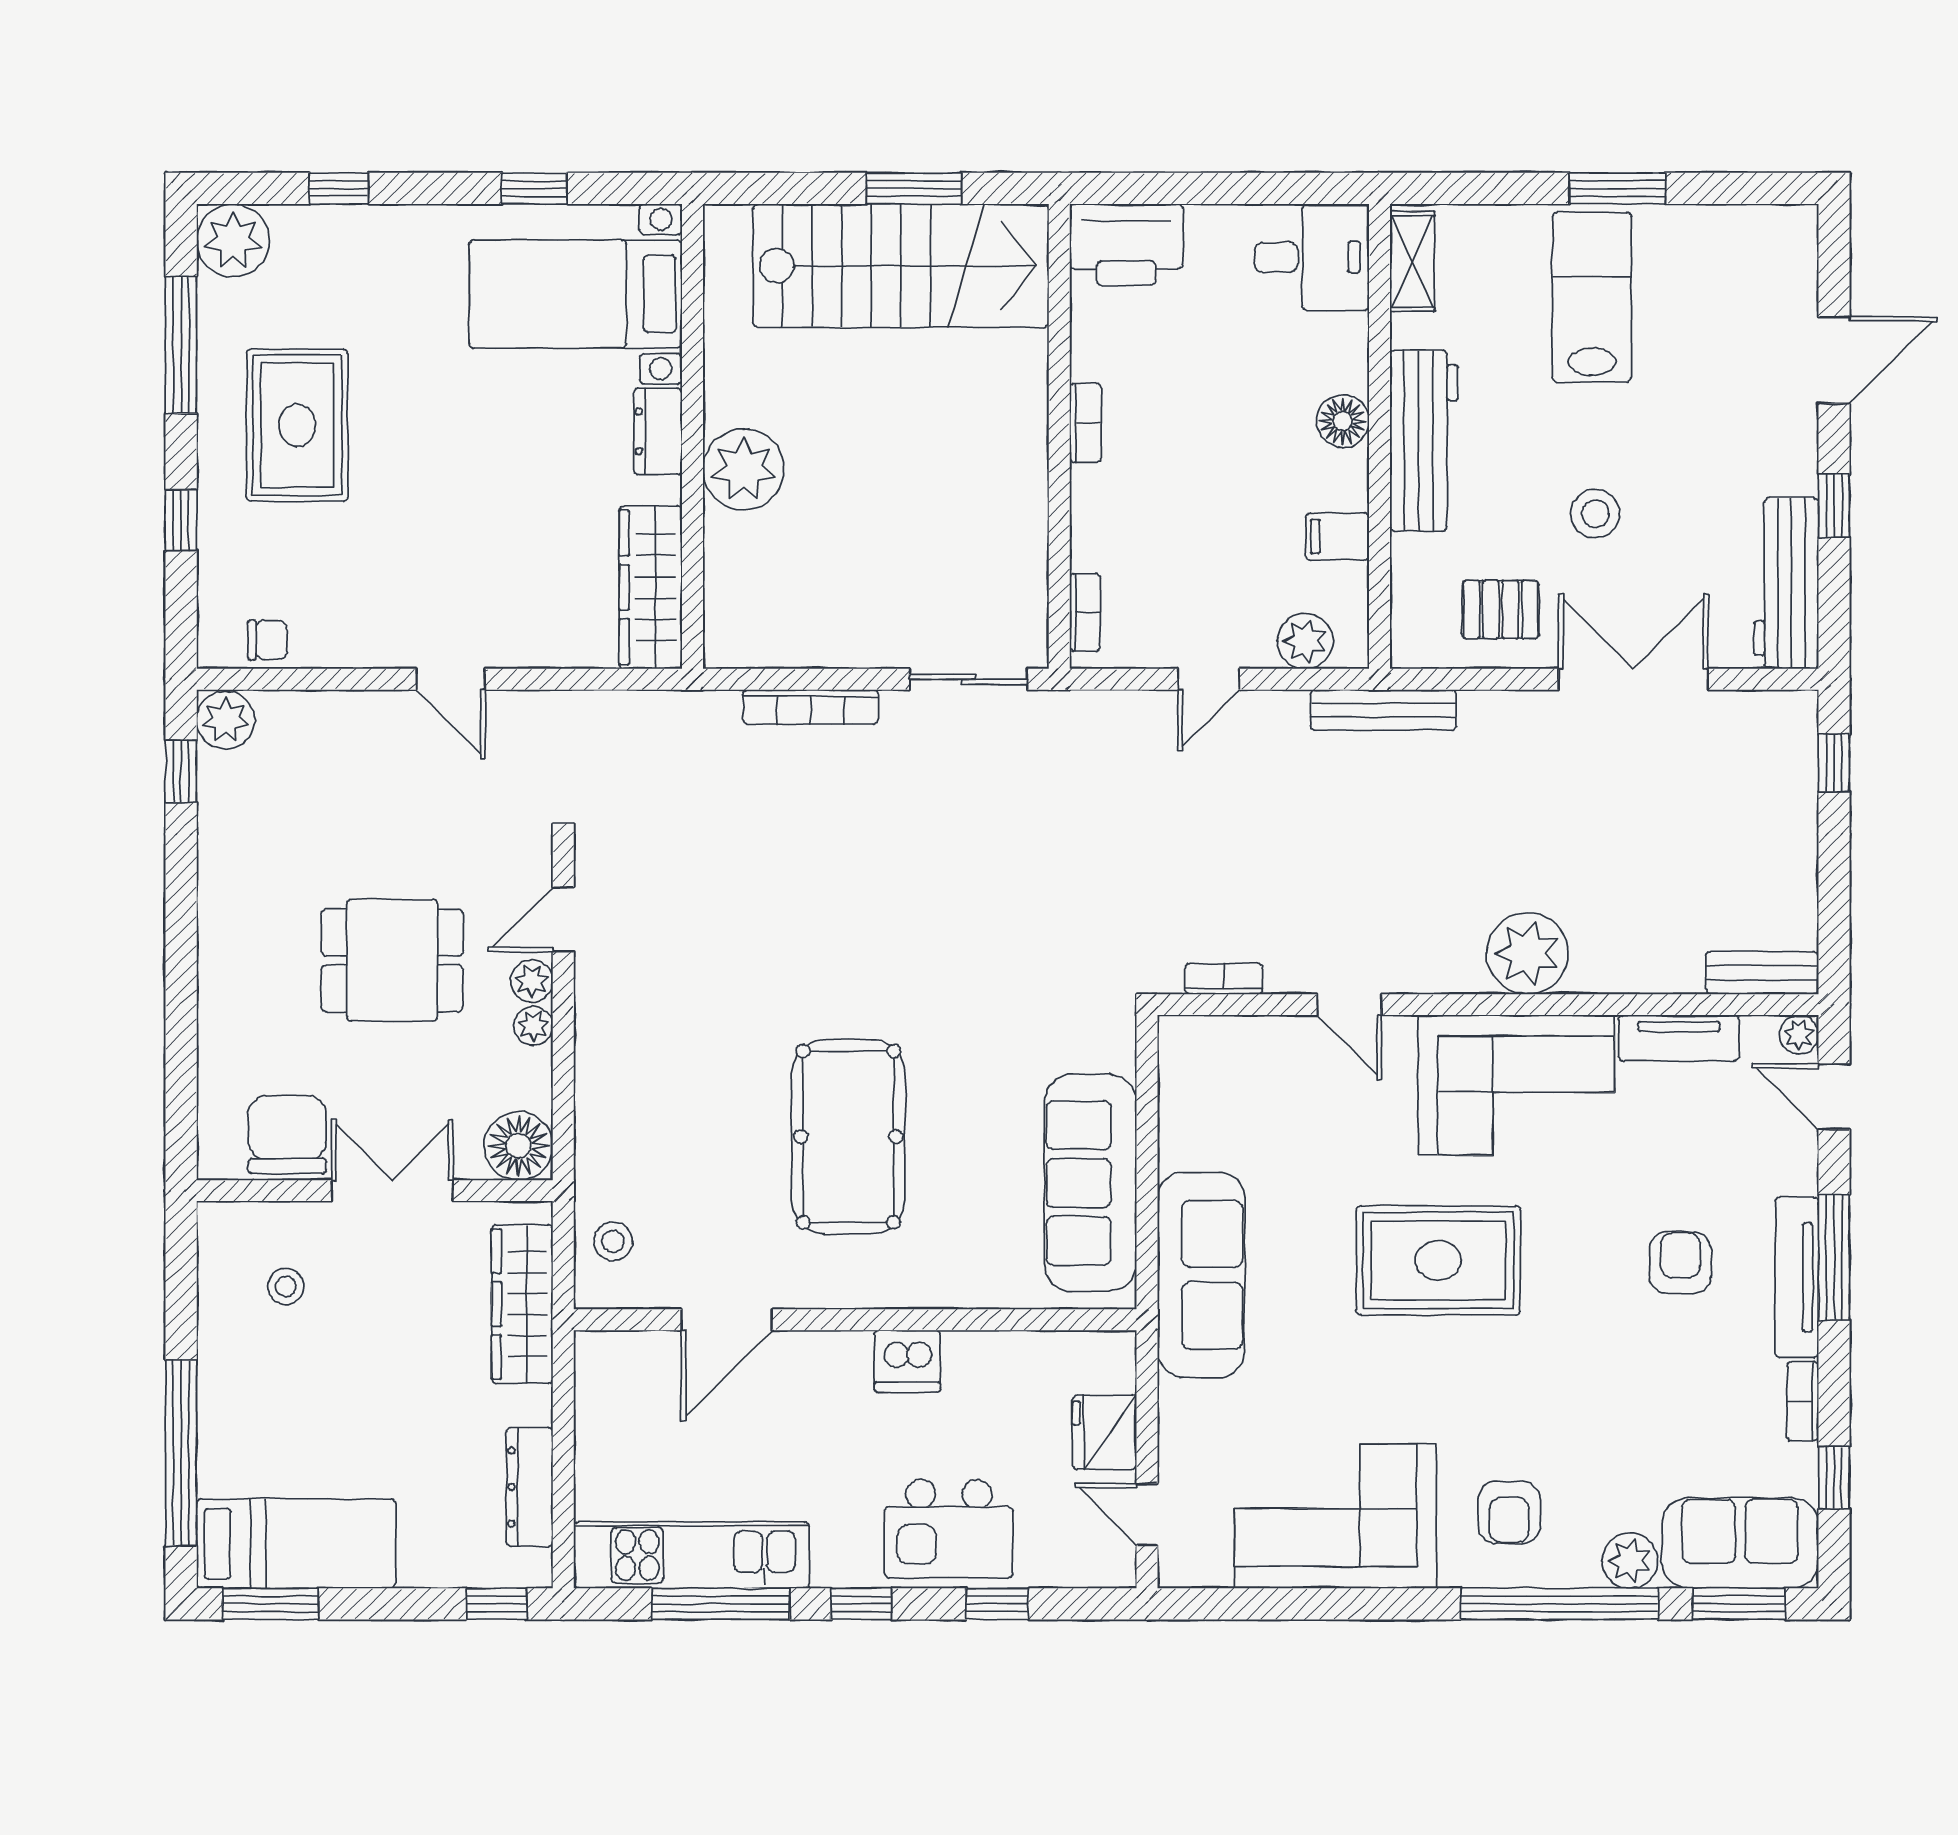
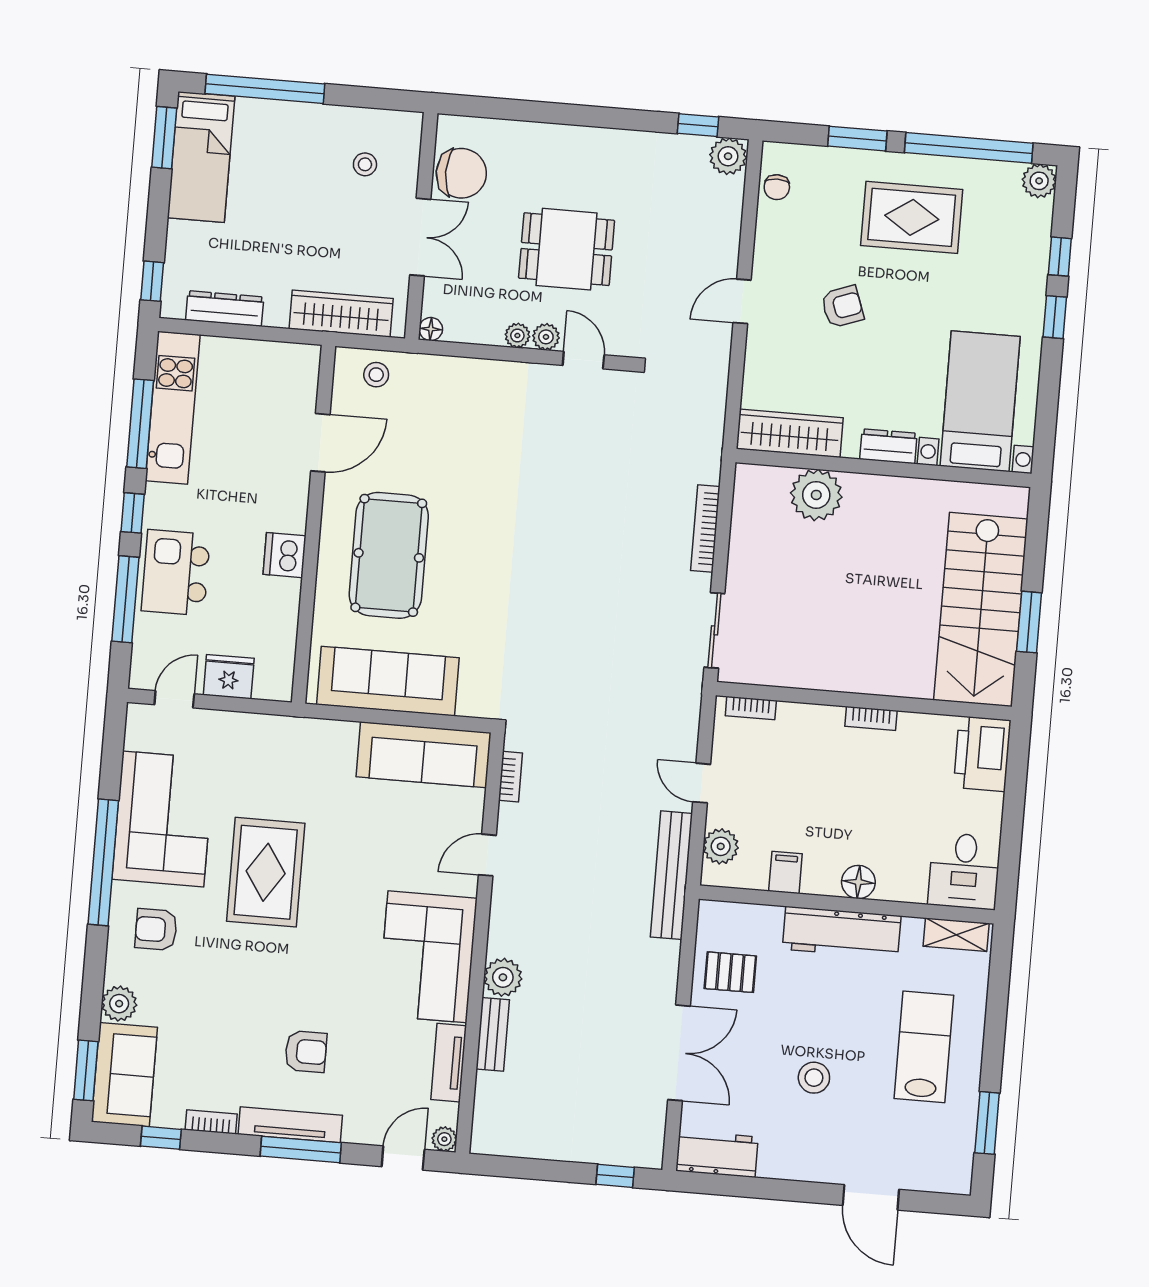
window: (534, 188) -> (1055, 317), moved
window: (1617, 188) -> (987, 1123), moved
plant: (233, 240) -> (1039, 181), width x0.73, depth x0.73
lab bench: (1592, 297) -> (924, 1047), turned -90
window: (181, 345) -> (969, 148), width x1.46
plant: (743, 469) -> (816, 495), moved
window: (1834, 506) -> (779, 1190), removed
stool: (1595, 514) -> (814, 1078), moved
window: (181, 520) -> (857, 139), width x1.50
armchair: (446, 522) -> (842, 307), added
workbench: (1786, 583) -> (717, 1154), width x0.73
pallet: (1501, 609) -> (730, 972), turned 90
bench: (1383, 710) -> (671, 875), width x1.37, depth x1.21
plant: (1528, 953) -> (503, 977), width x0.73, depth x0.73
dining table: (392, 960) -> (567, 249), turned 90
bench: (1762, 973) -> (493, 1034), moved
pool table: (848, 1137) -> (389, 555), moved, turned 90
floor lamp: (519, 1146) -> (431, 329), width x0.53, depth x0.53
rug: (1438, 1260) -> (266, 872), moved
sofa: (1201, 1275) -> (424, 755), moved
door: (727, 1320) -> (320, 443), swing flipped
window: (997, 1604) -> (125, 599), width x2.17
window: (1560, 1604) -> (103, 862), moved

